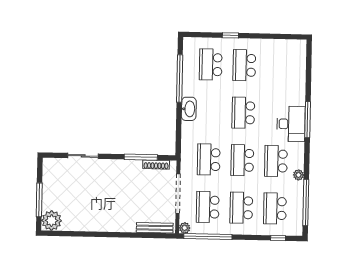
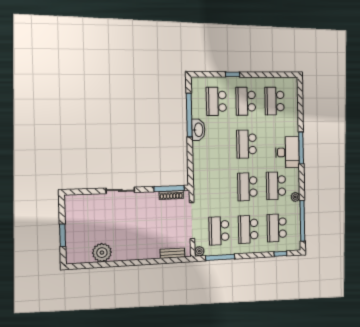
washbasin: (189, 109) -> (198, 130), moved
sliding door: (83, 156) -> (120, 190), moved
window: (141, 157) -> (169, 189), moved
school desk: (209, 160) -> (274, 101), moved
window: (39, 200) -> (63, 235), width x0.69
plant: (52, 221) -> (102, 253), moved
bench: (155, 228) -> (173, 253), width x0.73
window: (208, 237) -> (220, 257), width x0.68

